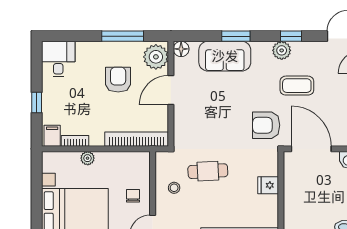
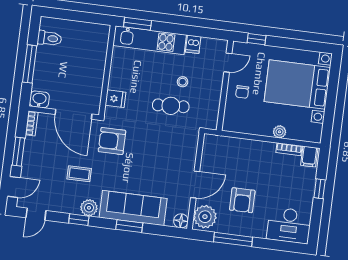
sofa: (225, 56) -> (133, 208), width x1.36
desk: (58, 59) -> (289, 225), width x1.37
coffee table: (297, 86) -> (79, 174), width x0.73, depth x0.77
armchair: (266, 125) -> (112, 141), turned 180
bookcase: (137, 139) -> (232, 144), removed
fridge: (268, 185) -> (115, 99), moved
stool: (174, 188) -> (183, 82), moved

